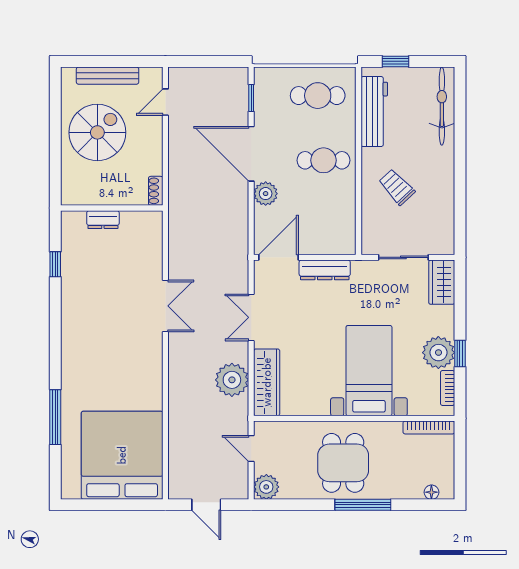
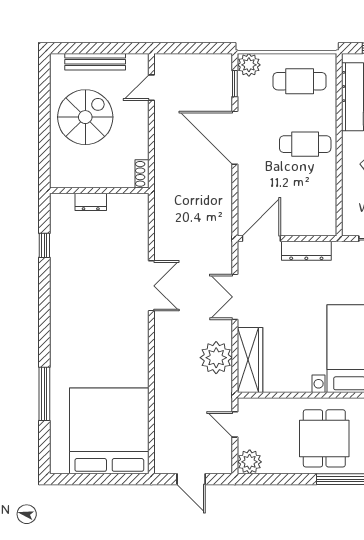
plant: (266, 194) -> (249, 65), moved

